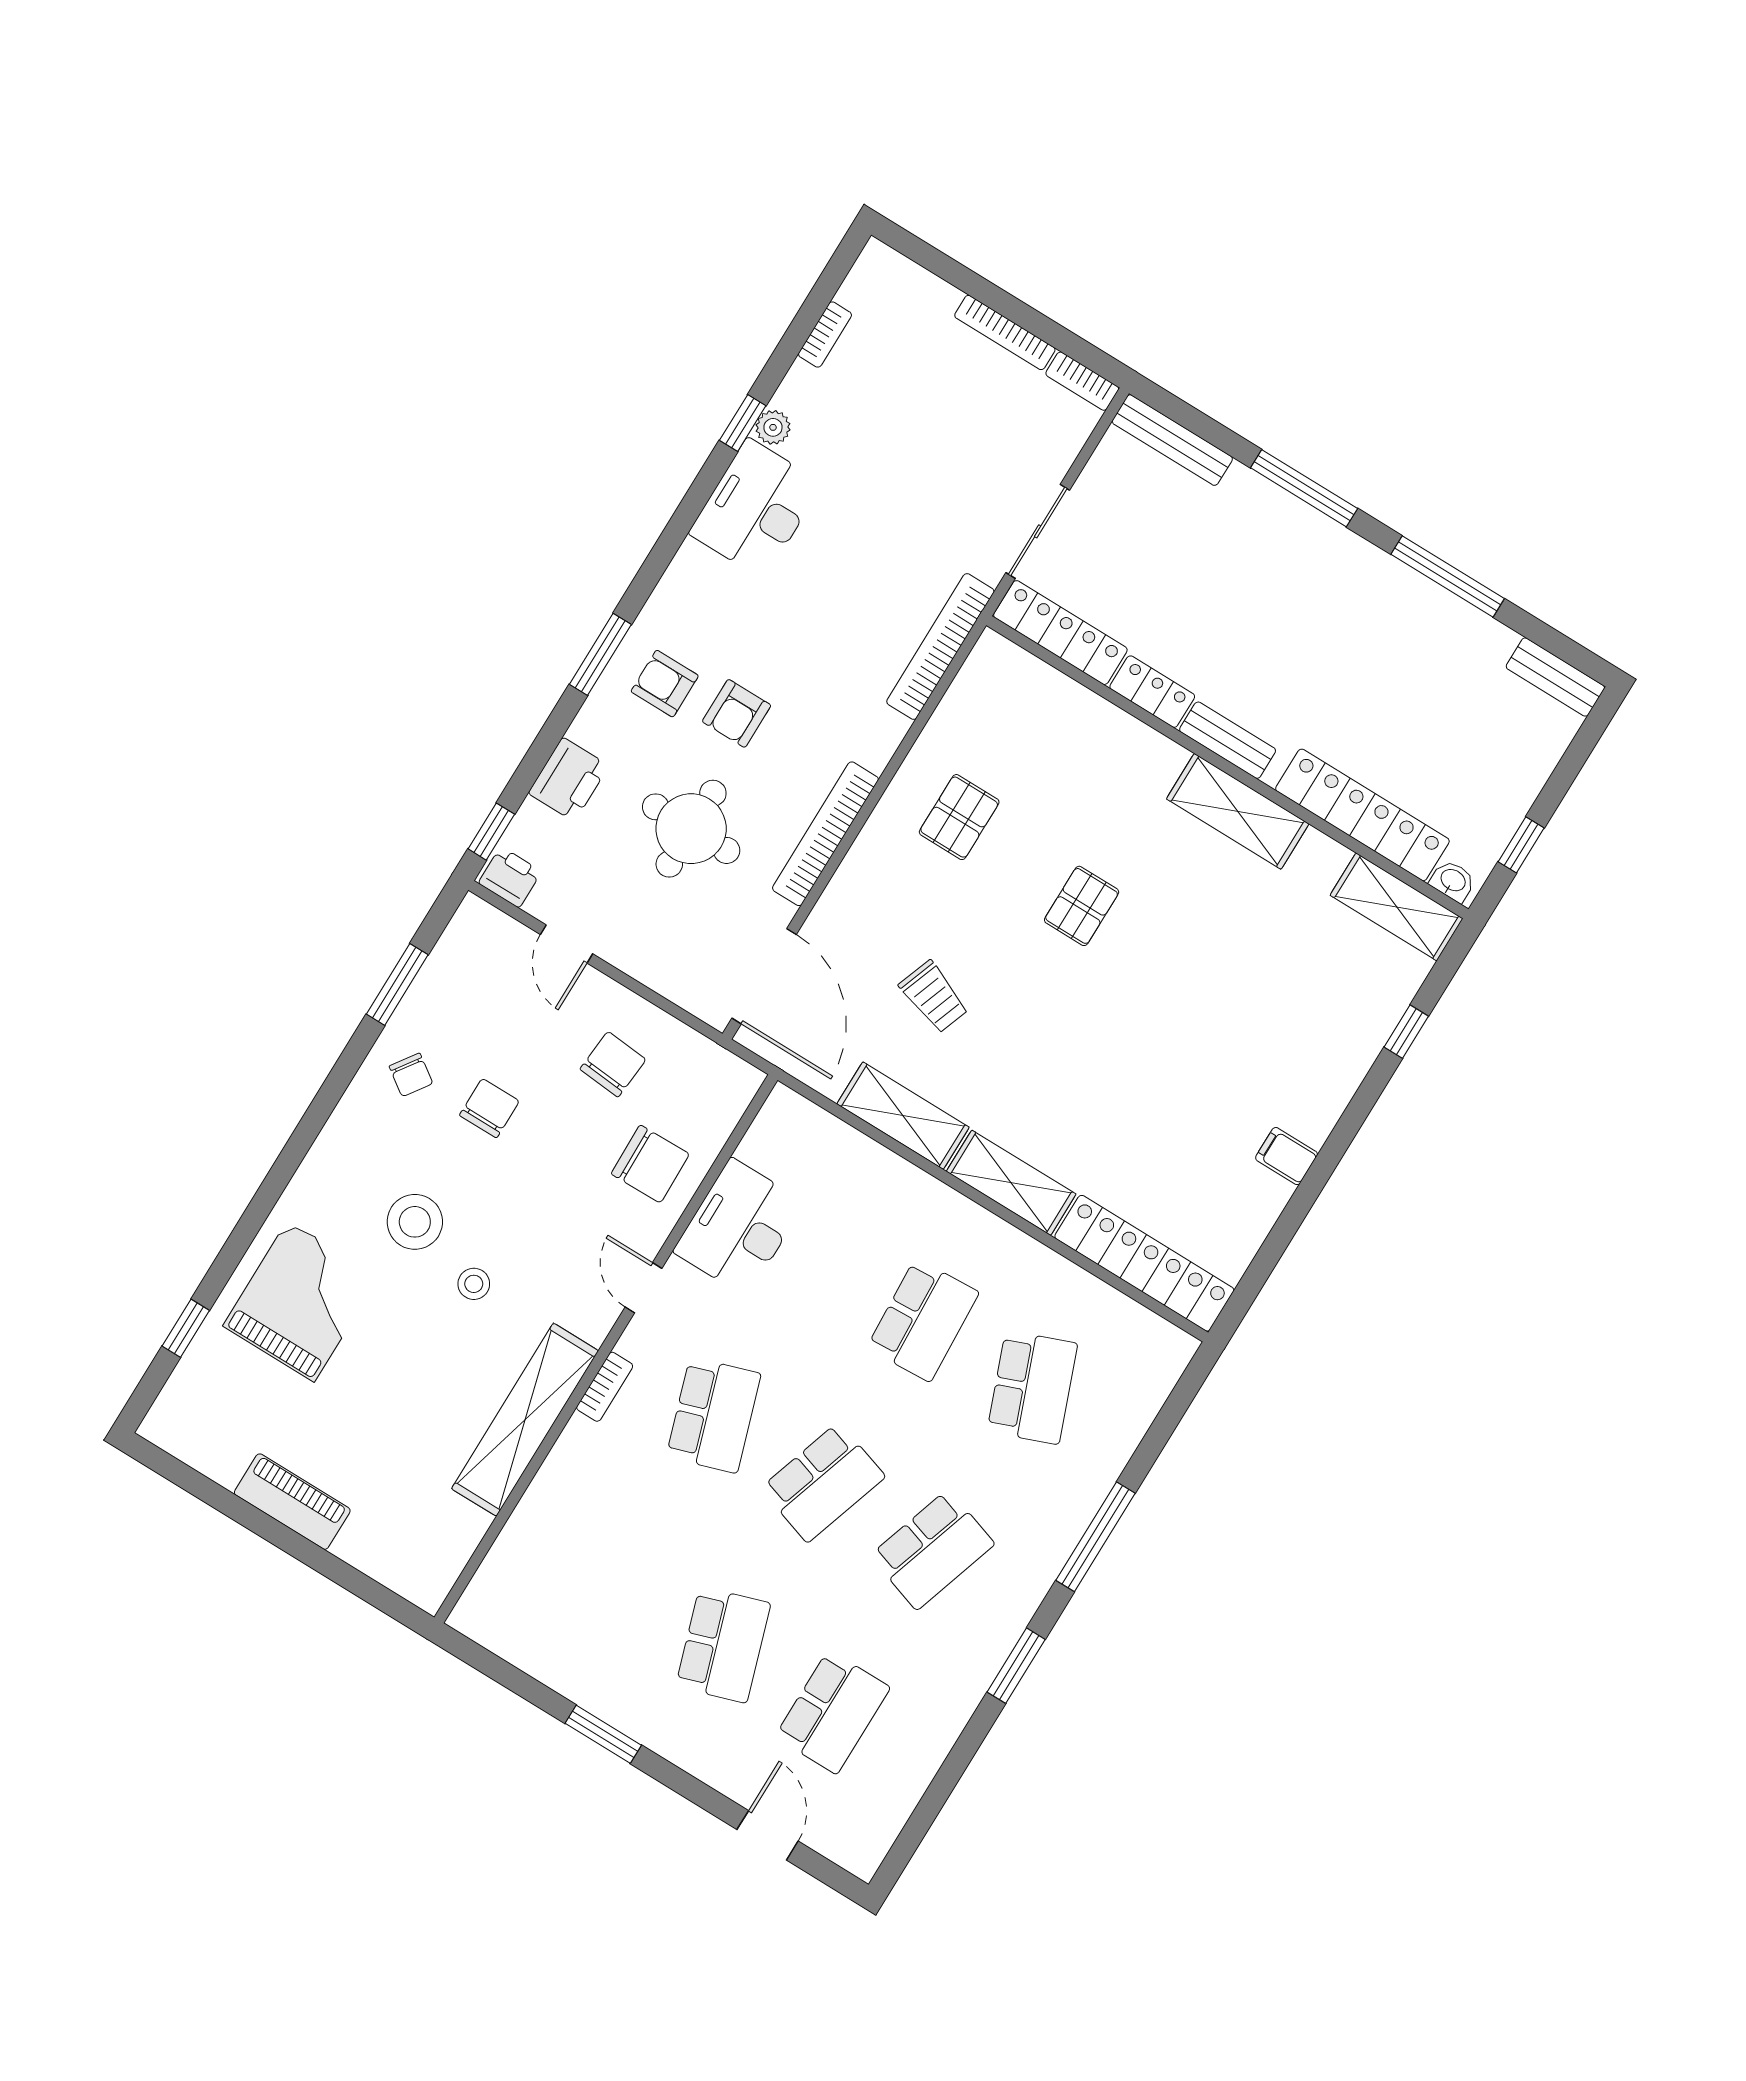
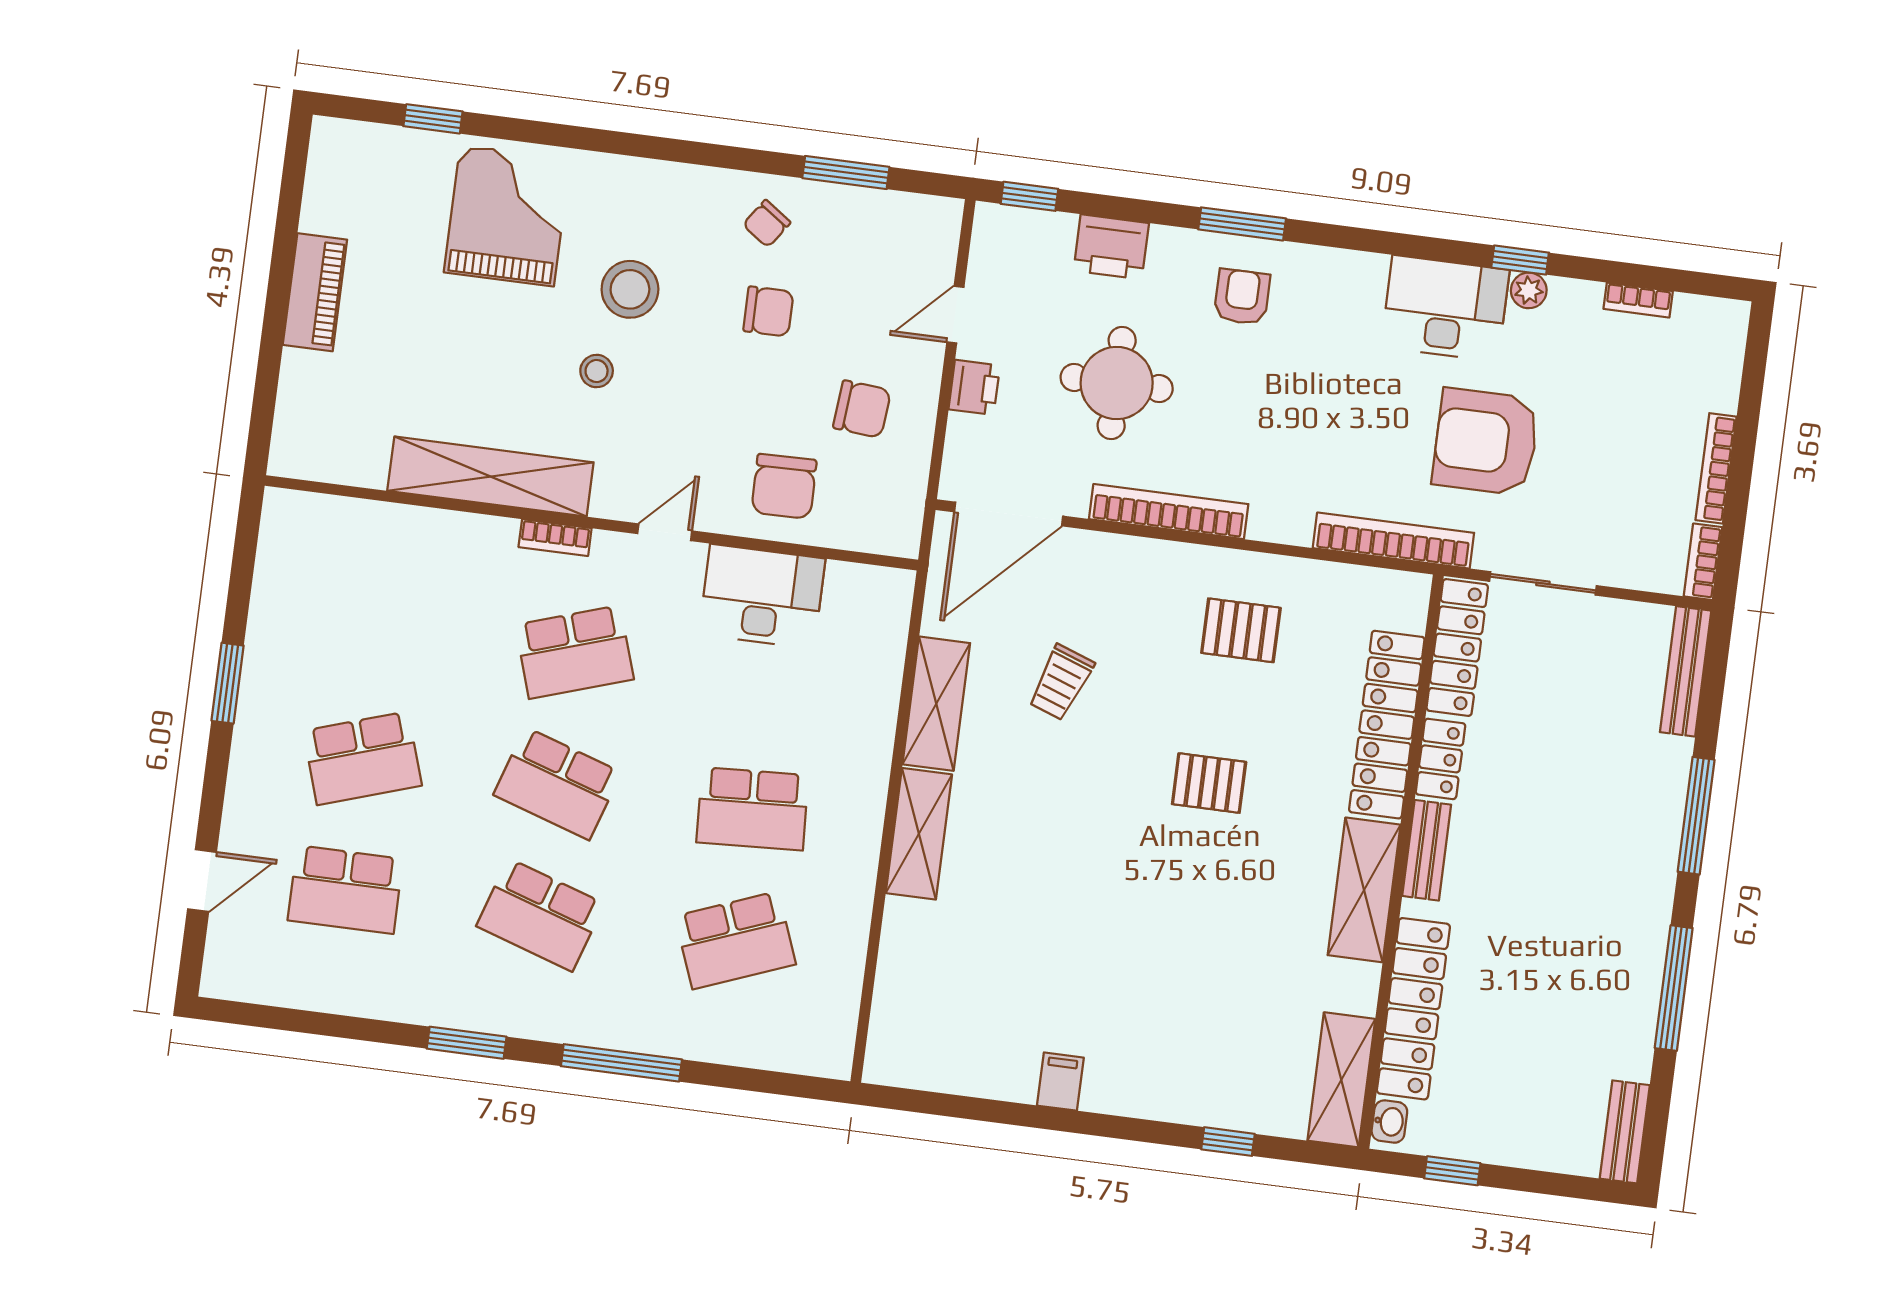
armchair: (737, 713) -> (1486, 442), moved, width x1.88, depth x1.88
printer: (510, 877) -> (974, 387), moved
locker: (1144, 1263) -> (1387, 725), moved, turned 180
grand piano: (301, 1301) -> (507, 216), turned -90

